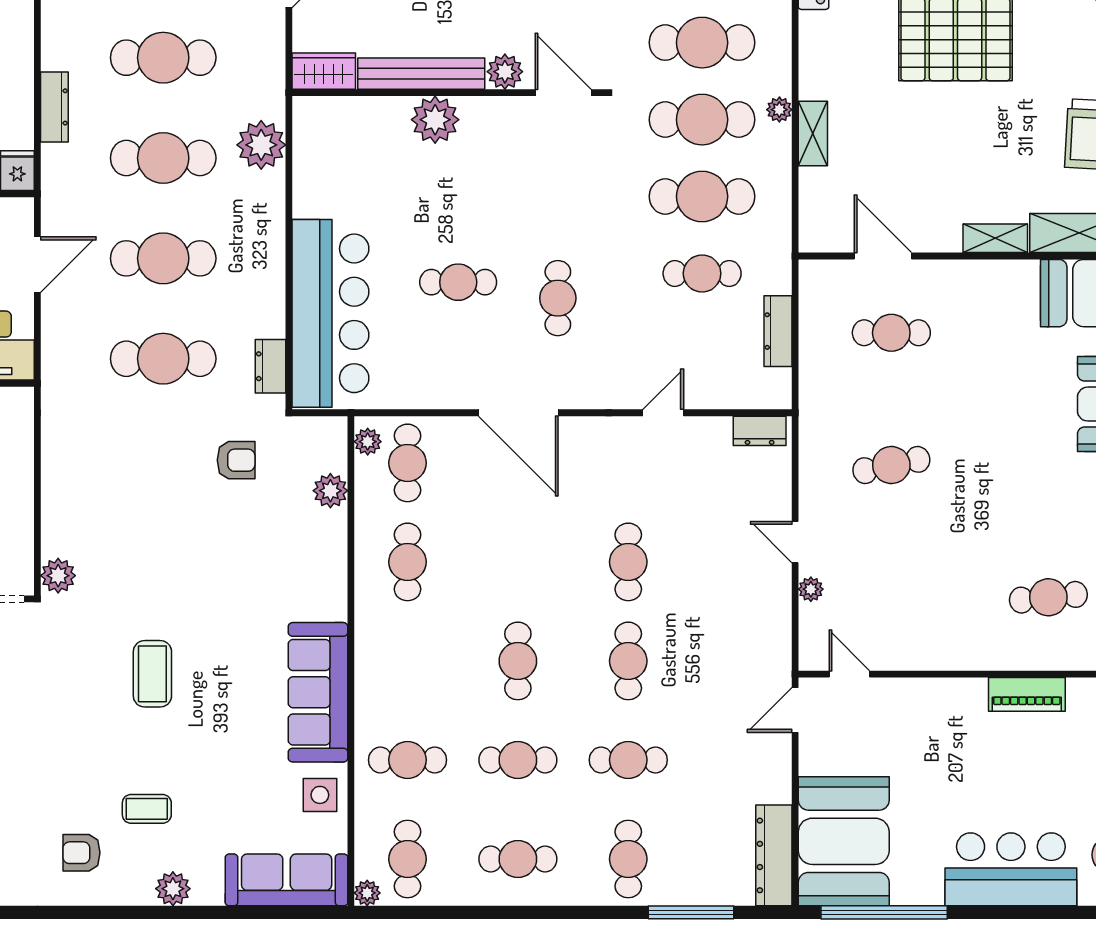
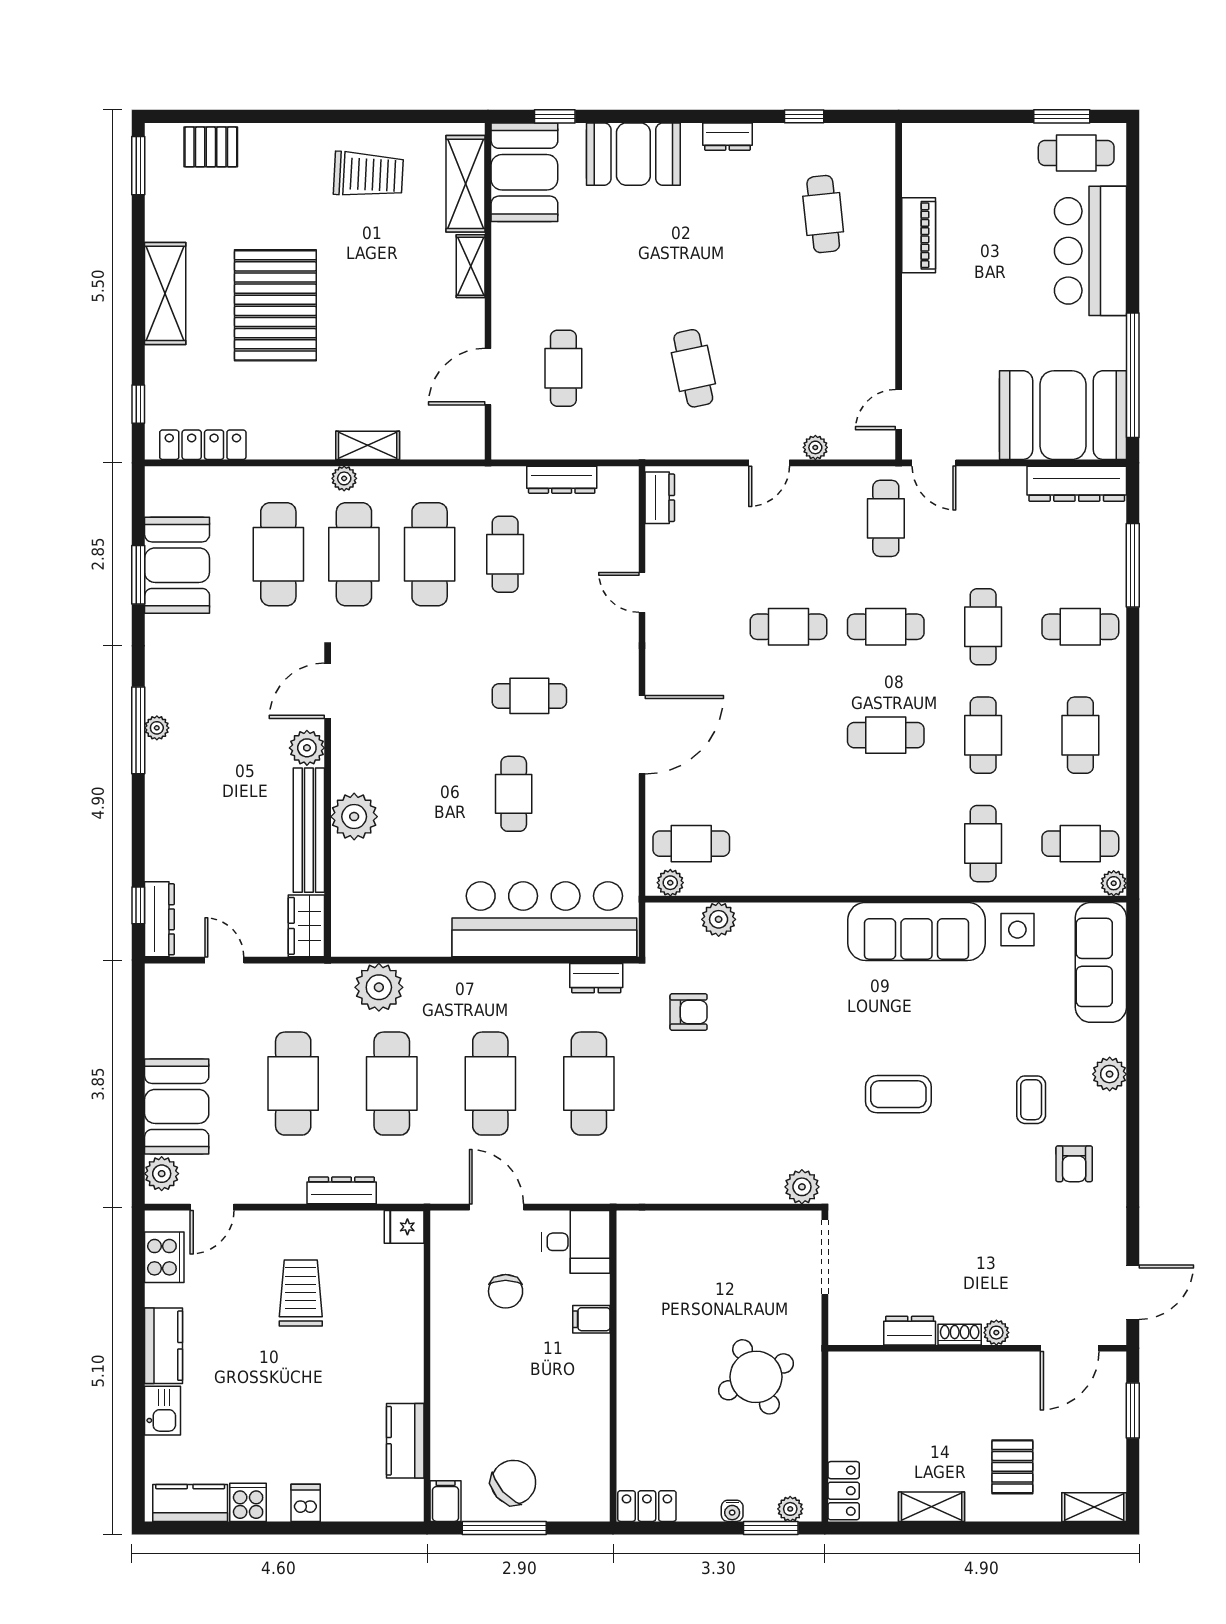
armchair: (236, 460) -> (689, 1012), turned 90
cafe table: (408, 562) -> (886, 518), moved, turned 90

